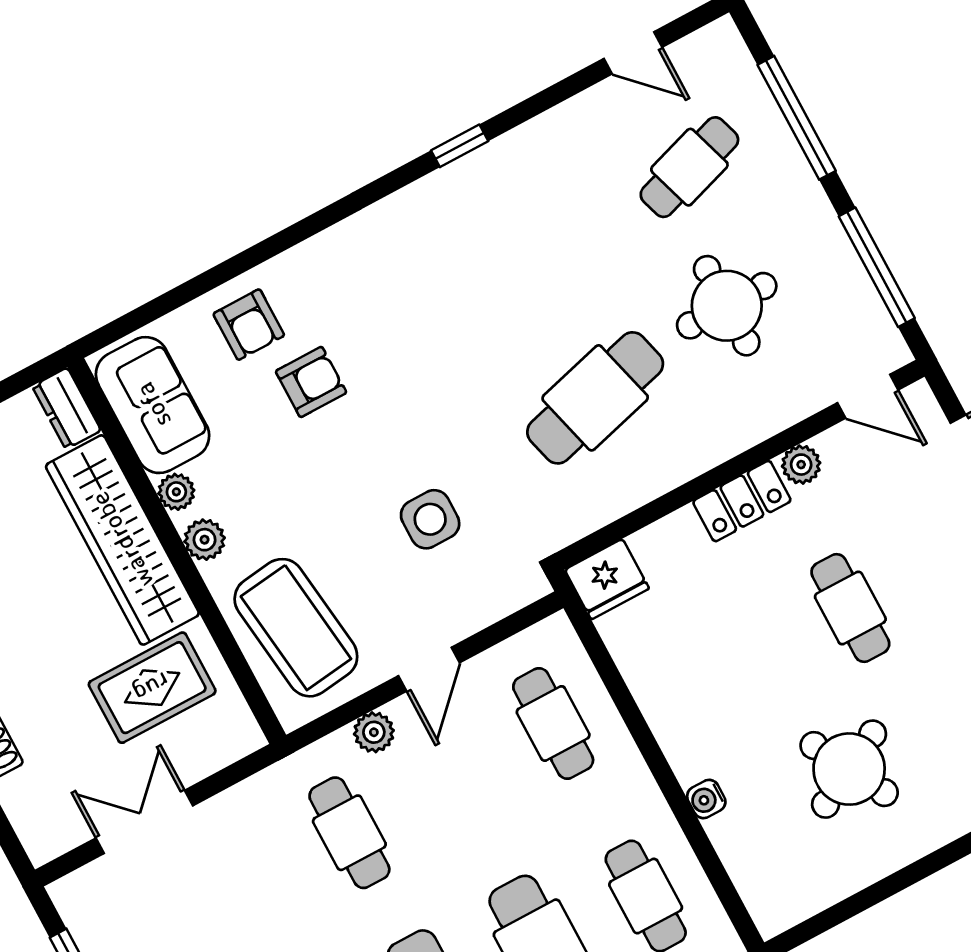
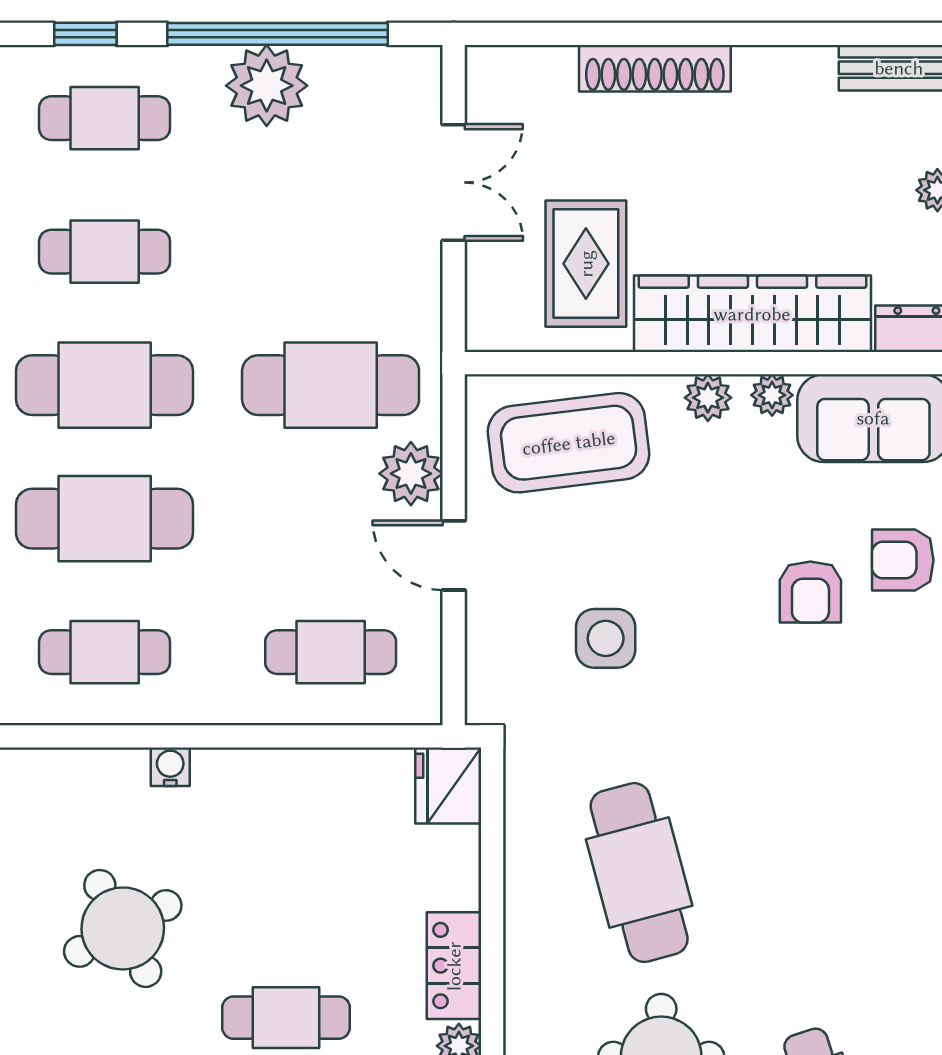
plant: (374, 732) -> (411, 474), width x1.38, depth x1.38
cafe table: (349, 833) -> (331, 385), width x1.37, depth x1.35

